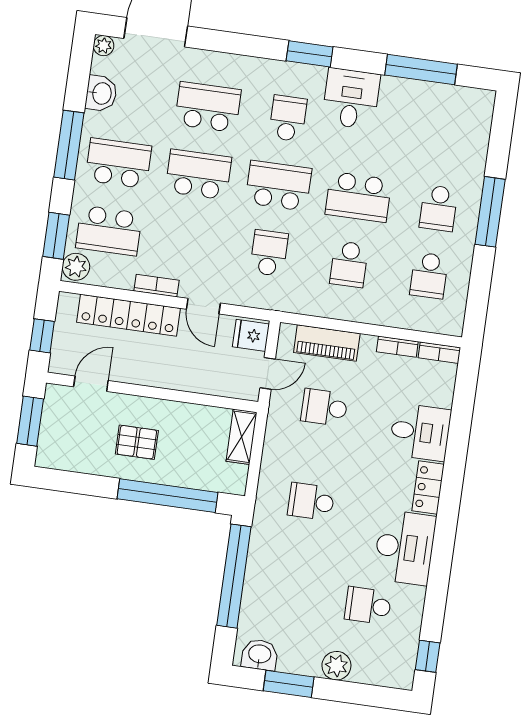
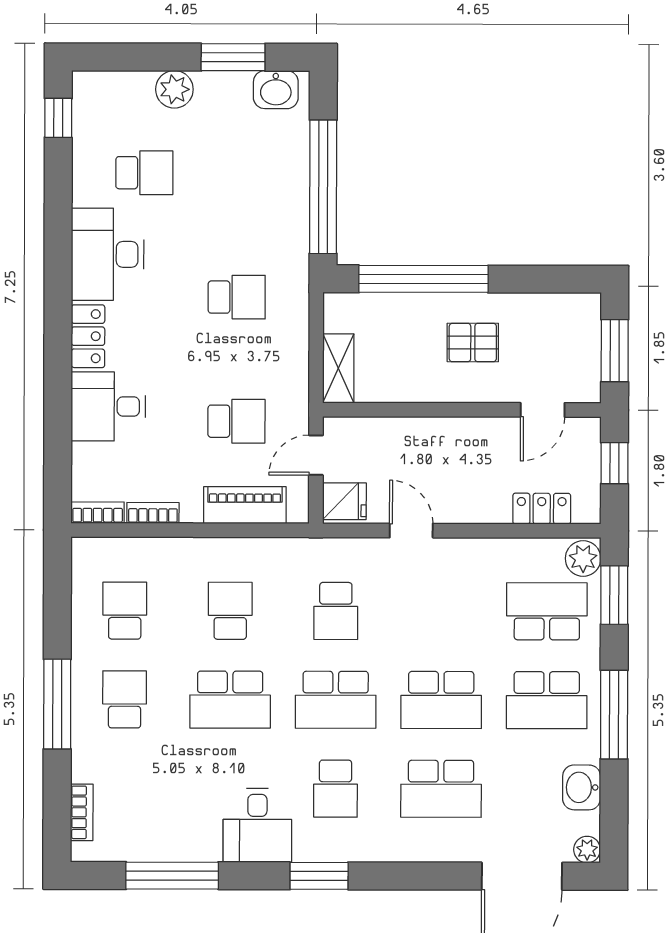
school desk: (358, 197) -> (230, 700), turned 180
bookcase: (157, 286) -> (82, 812), moved, turned -90
locker: (128, 315) -> (542, 509), width x0.46, depth x0.83

